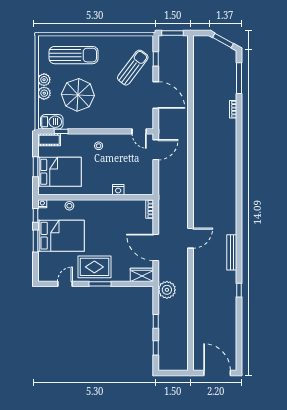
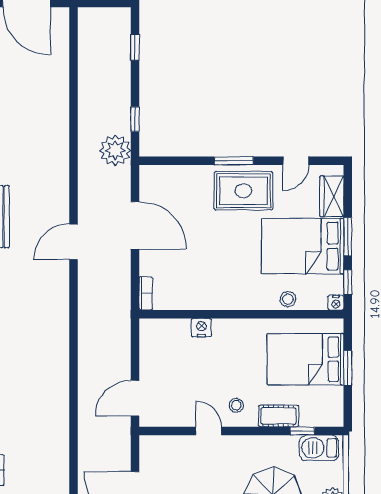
door: (139, 131) -> (209, 431), moved
cot: (49, 140) -> (278, 416), moved
wardrobe: (142, 275) -> (332, 196), moved, turned 90
window: (156, 321) -> (135, 119), moved

